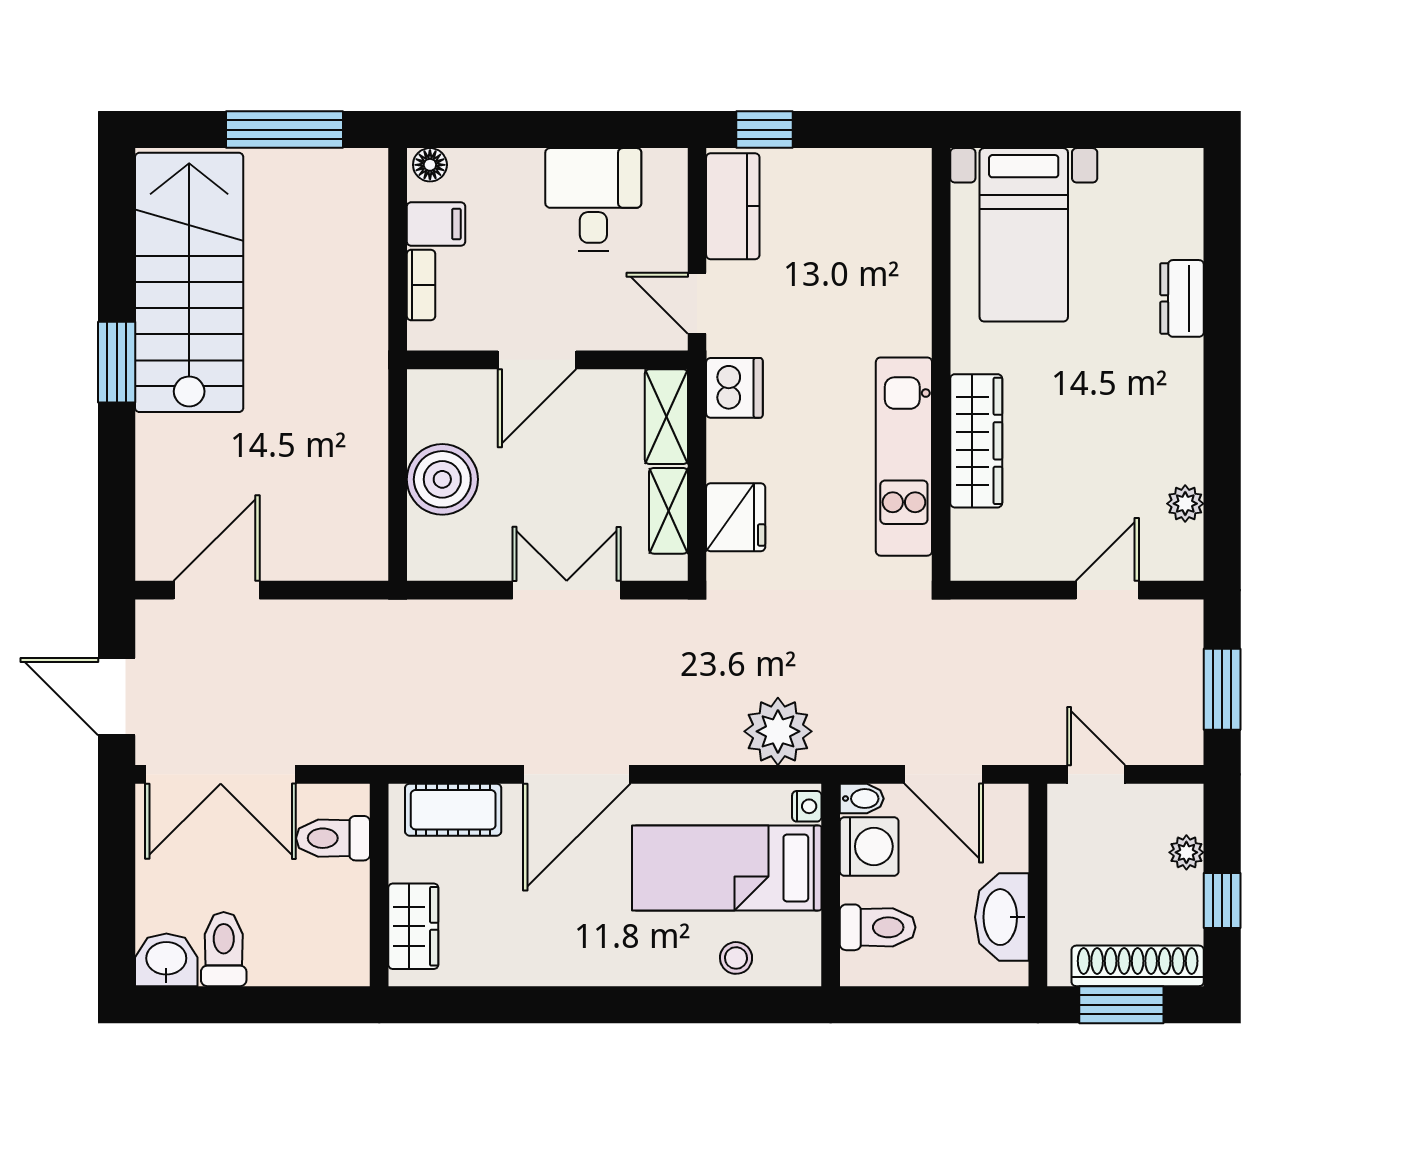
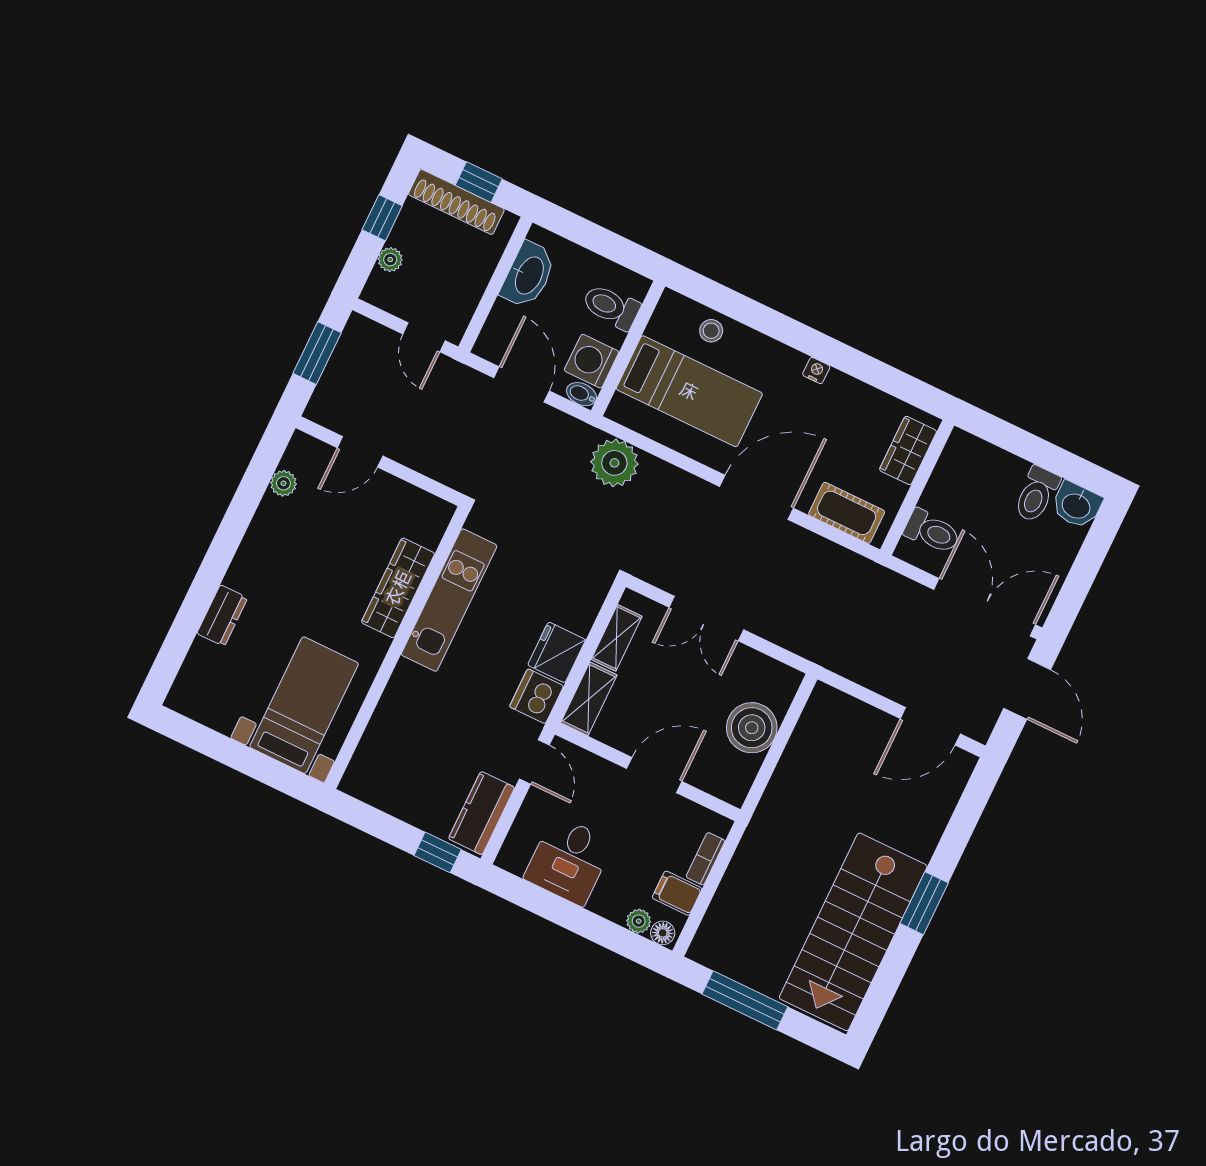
plant: (468, 165) -> (639, 921), added
fridge: (736, 517) -> (557, 652), moved
nightstand: (807, 806) -> (816, 371), moved, turned 90
window: (1121, 1005) -> (479, 182), width x0.67

